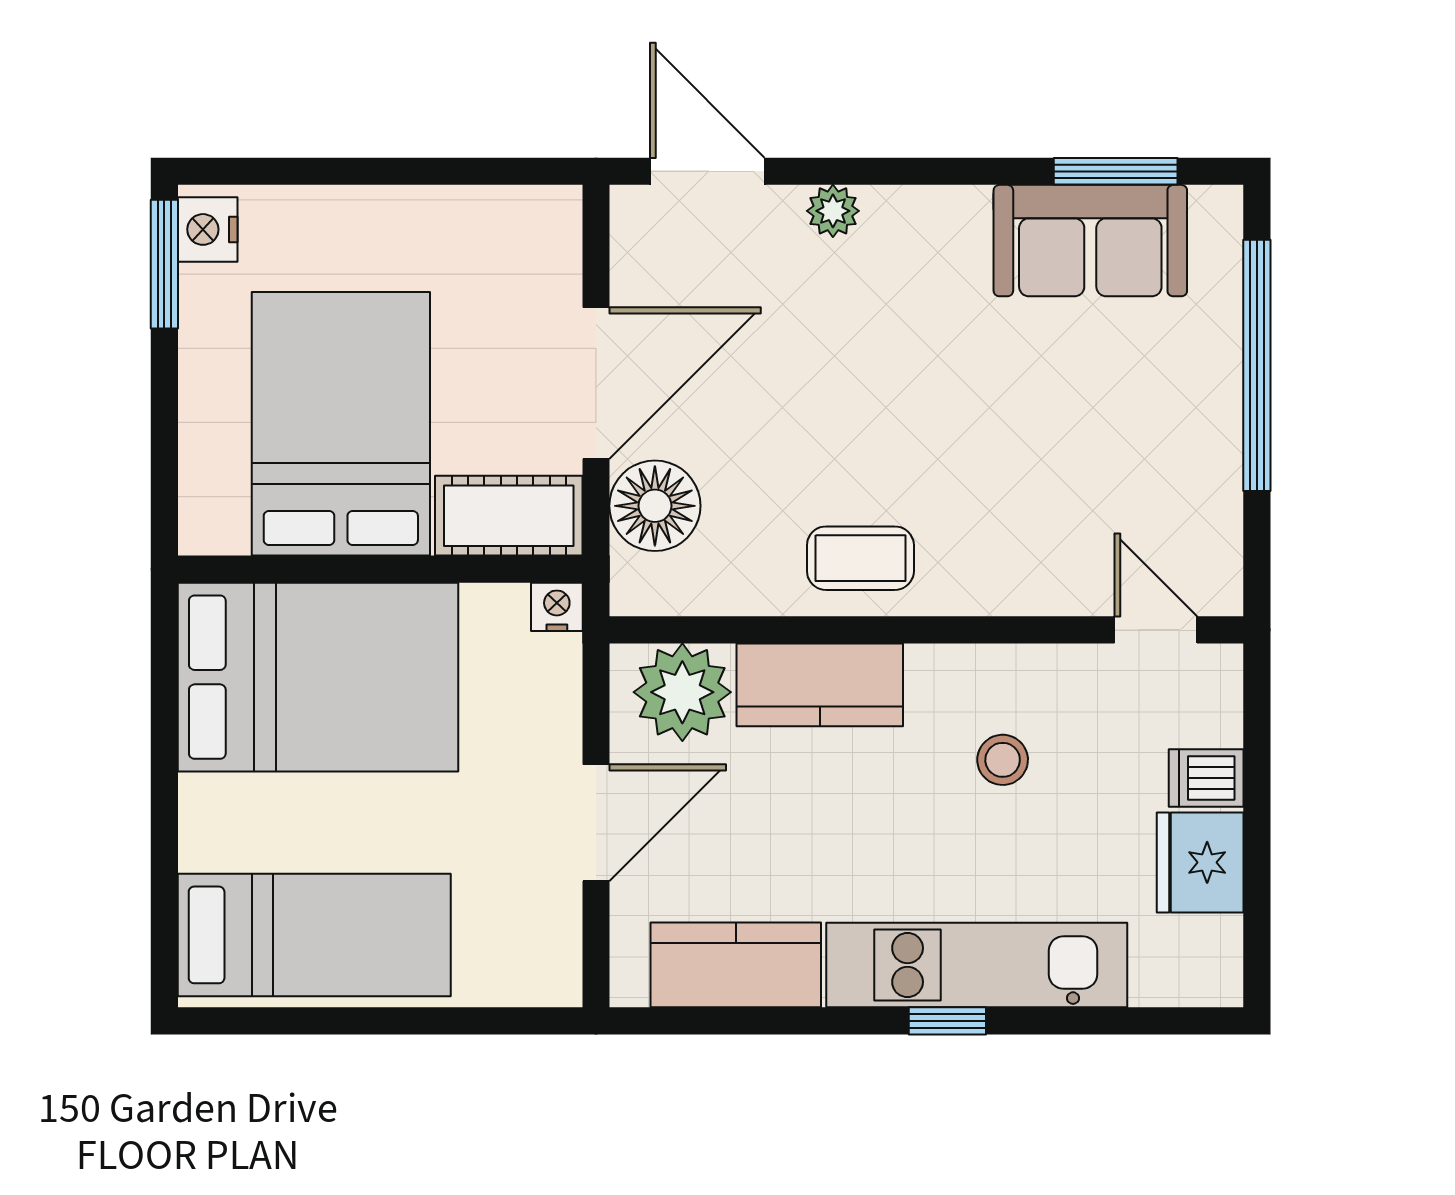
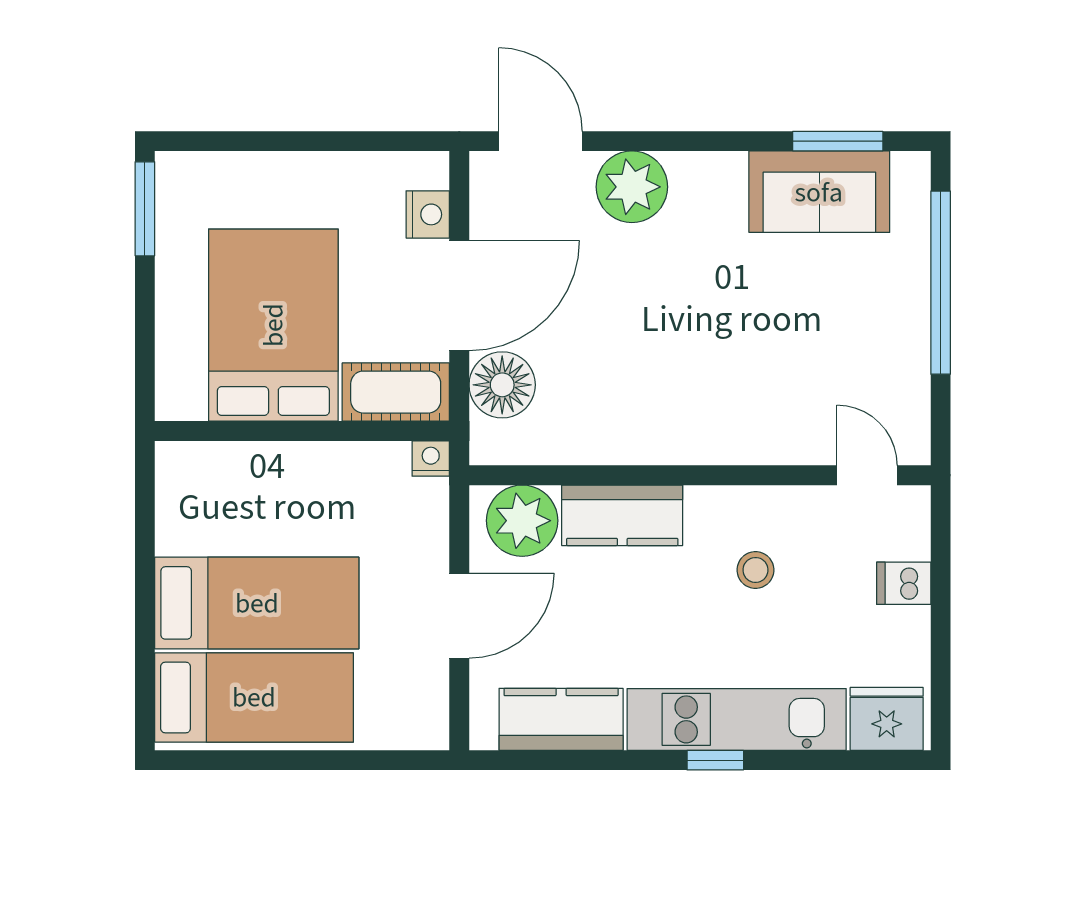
plant: (833, 211) -> (632, 187), width x1.87, depth x1.87
nightstand: (208, 229) -> (428, 214), moved, turned 180
coffee table: (860, 558) -> (652, 423), removed
bed: (318, 677) -> (257, 603), moved, width x0.67
fridge: (1200, 862) -> (887, 719), moved, turned 90

